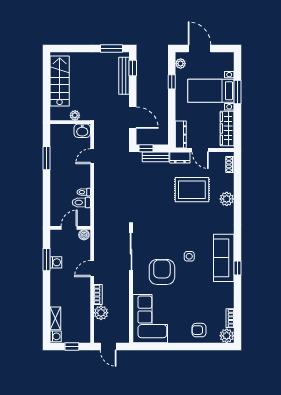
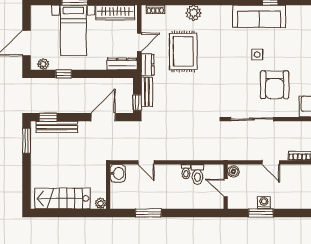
plant: (75, 115) -> (101, 203), moved
armchair: (162, 272) -> (275, 85), turned -90

